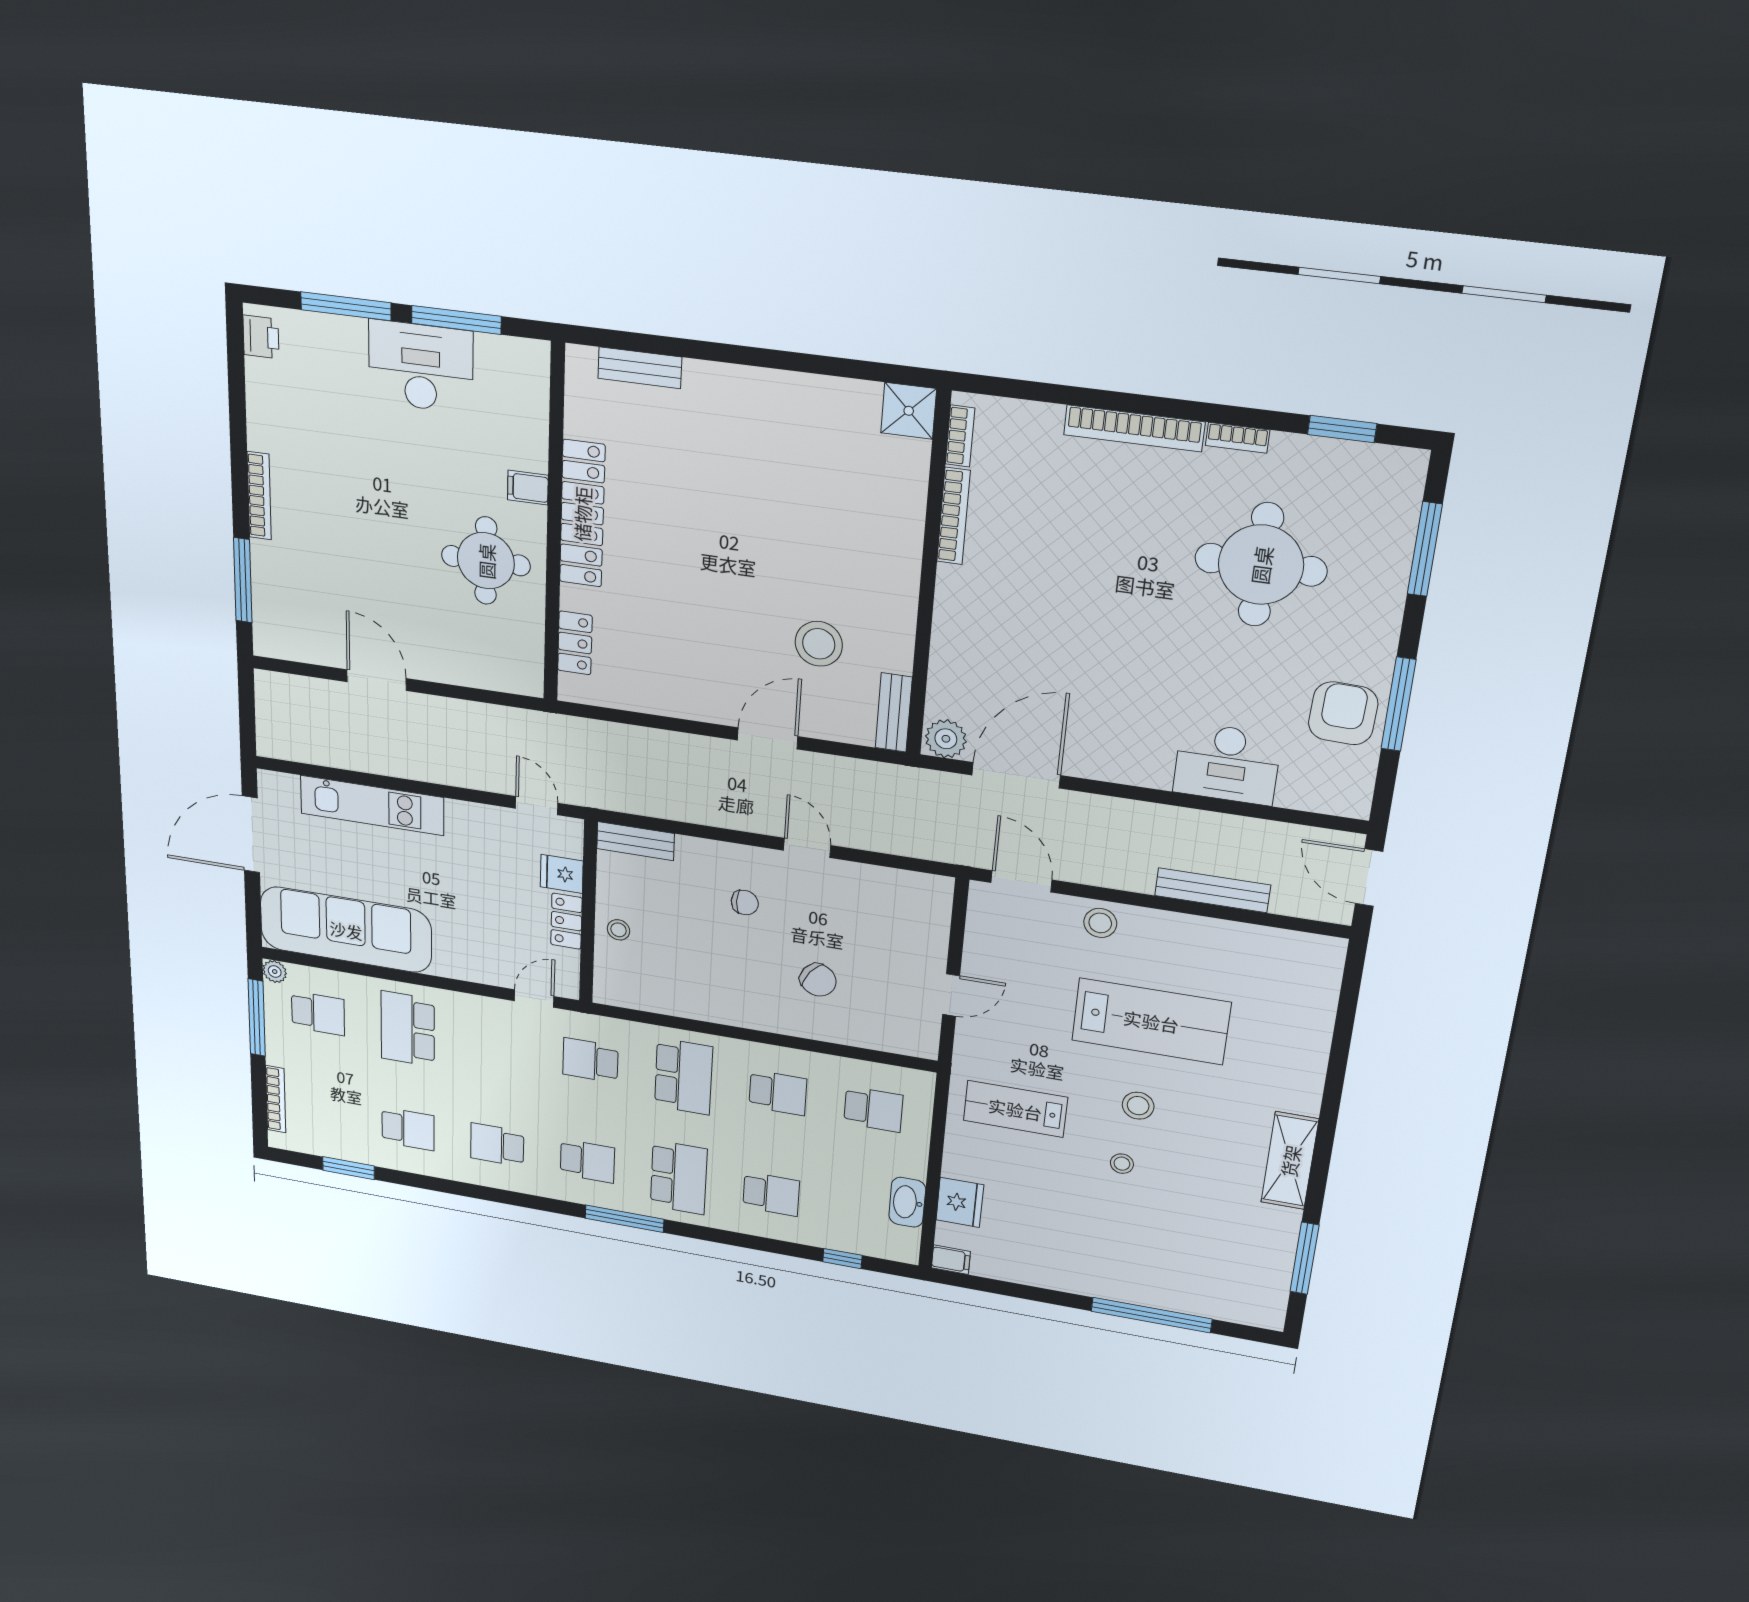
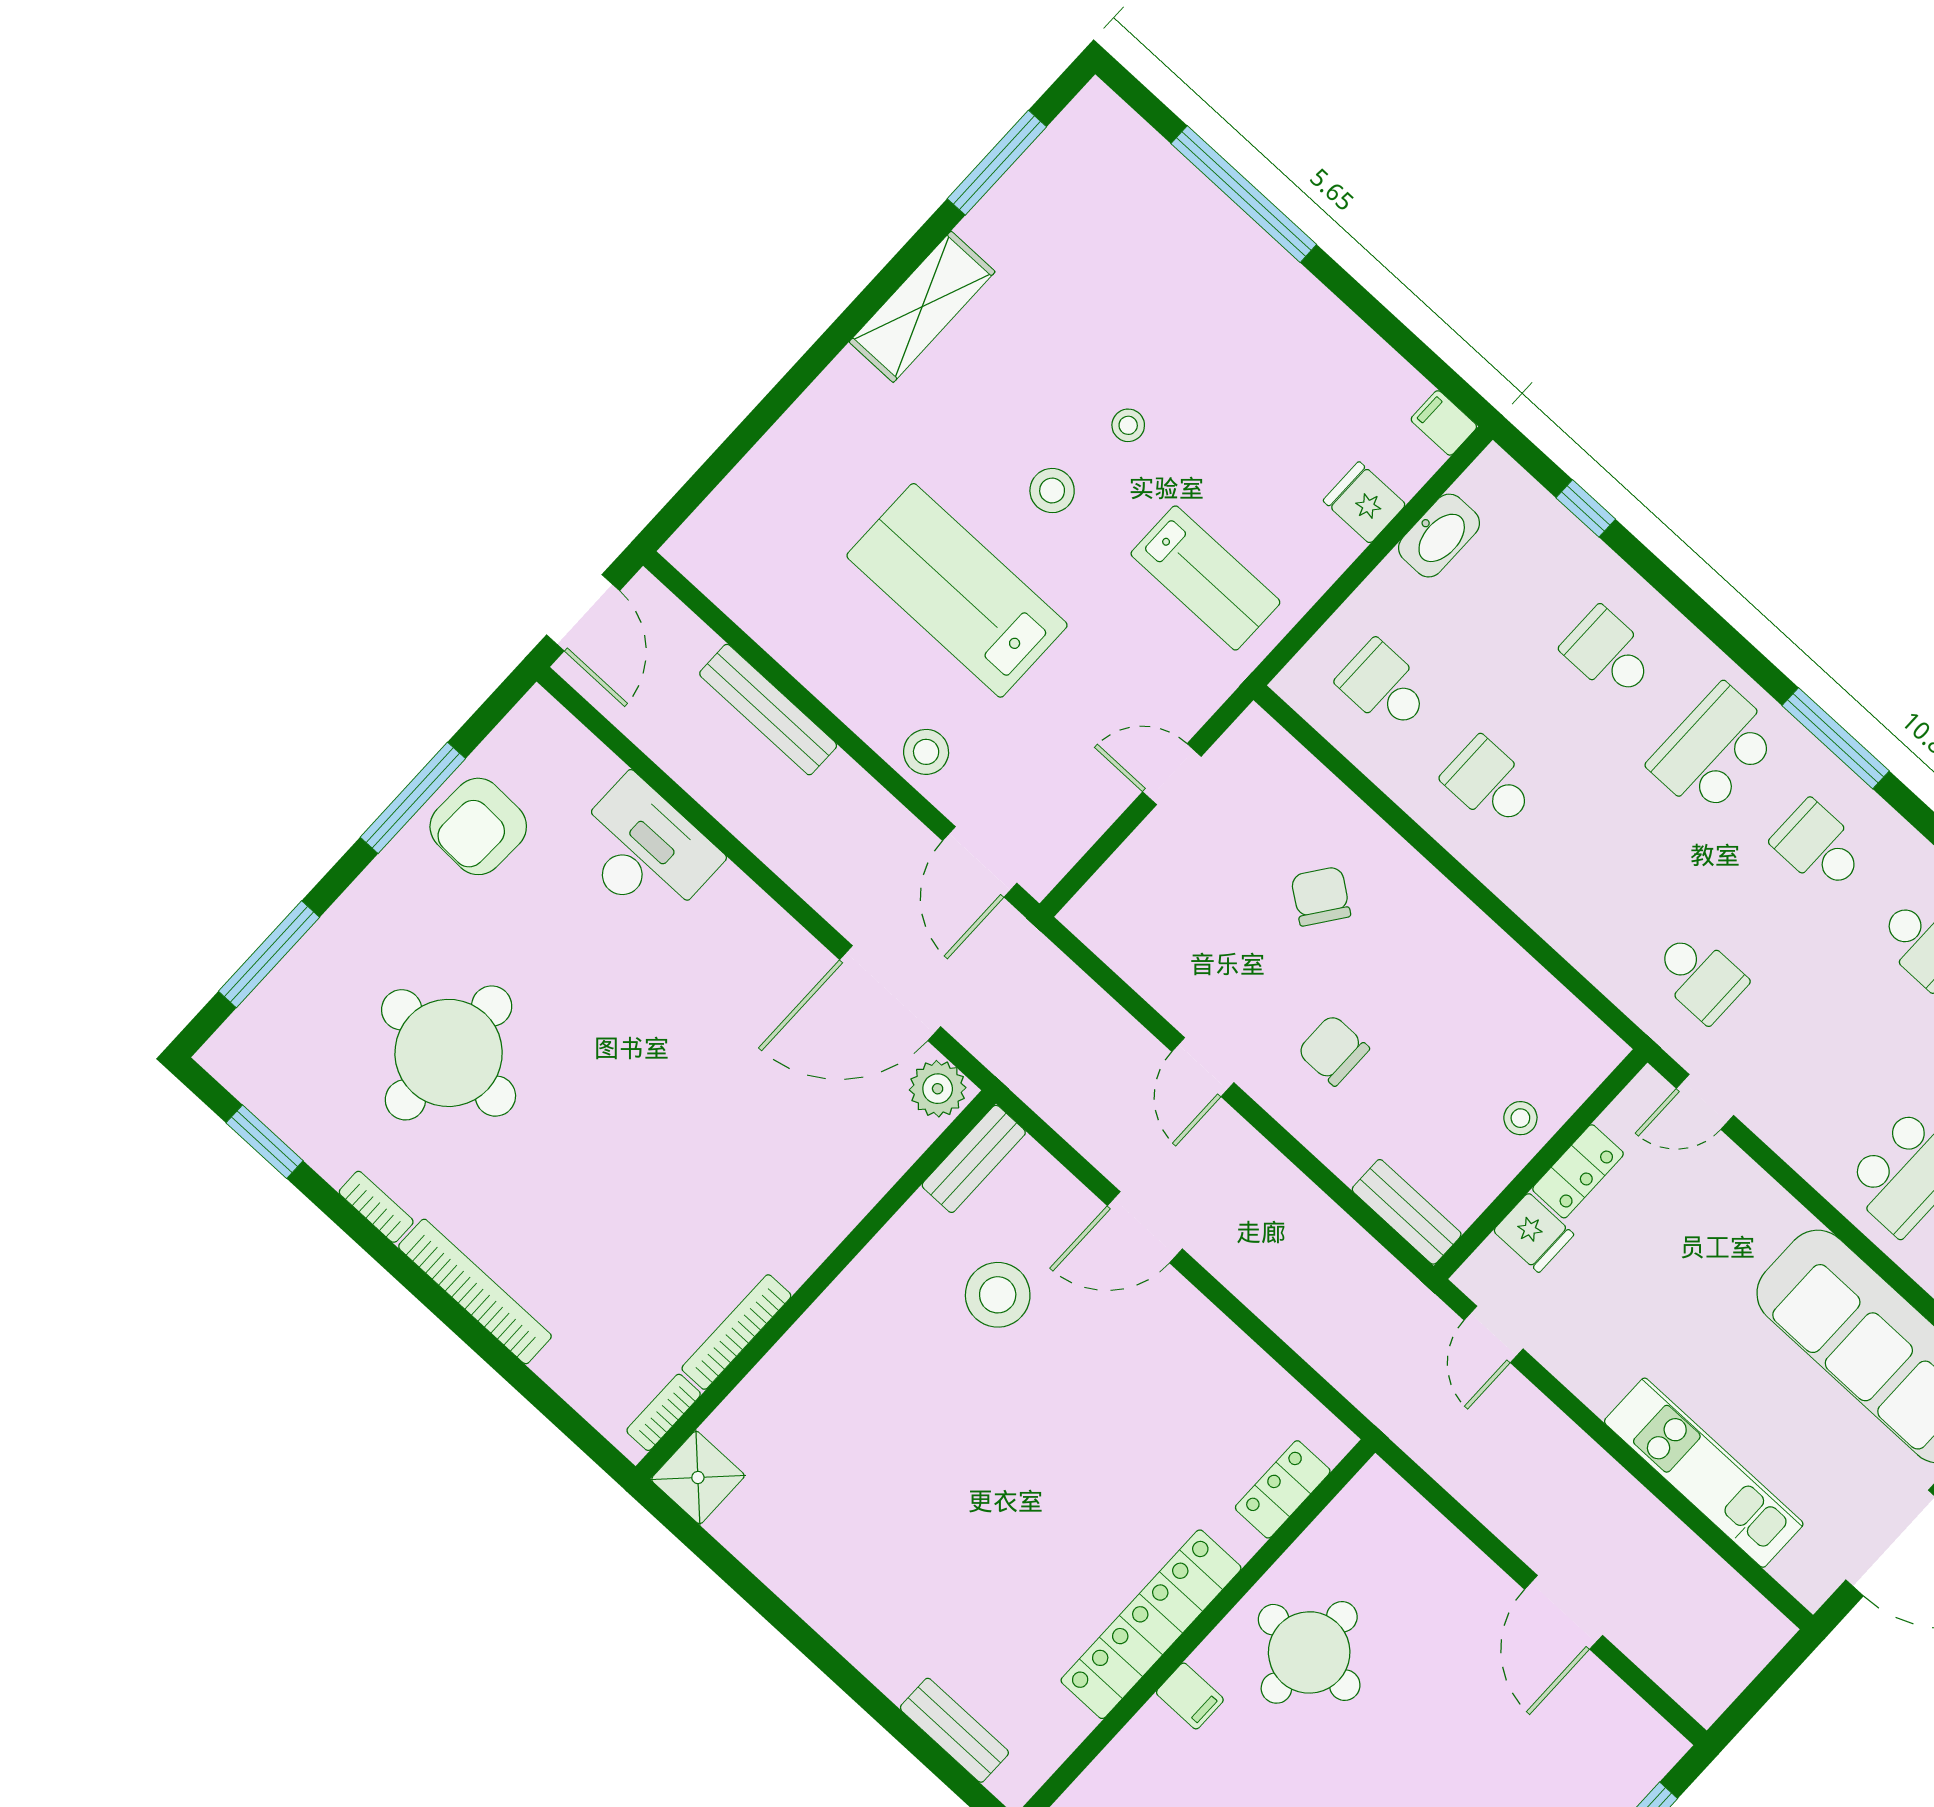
chair: (745, 903) -> (1333, 1050), width x1.37, depth x1.37
school desk: (683, 1076) -> (1595, 880), removed
fridge: (960, 1202) -> (1364, 503), width x0.72

